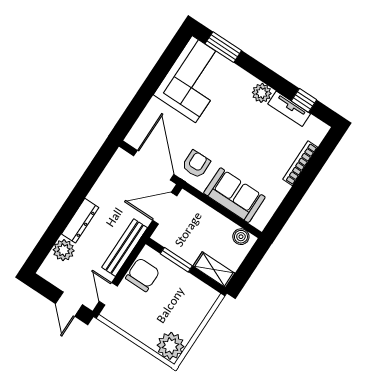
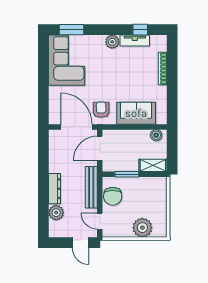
chair: (143, 275) -> (113, 196), turned 180
plant: (171, 346) -> (142, 228), moved

